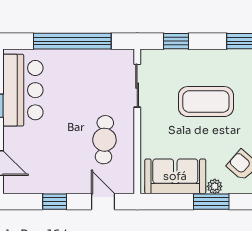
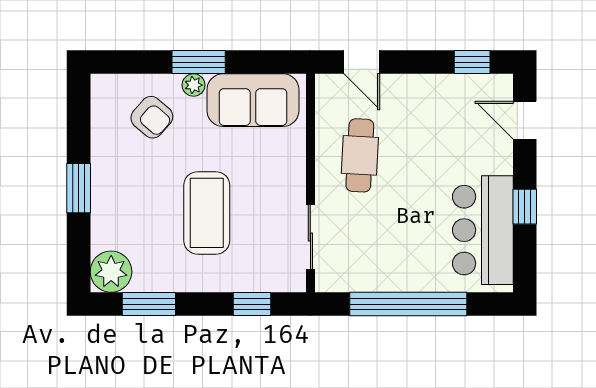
coffee table: (206, 102) -> (207, 213), turned 90
window: (55, 202) -> (472, 62), moved

